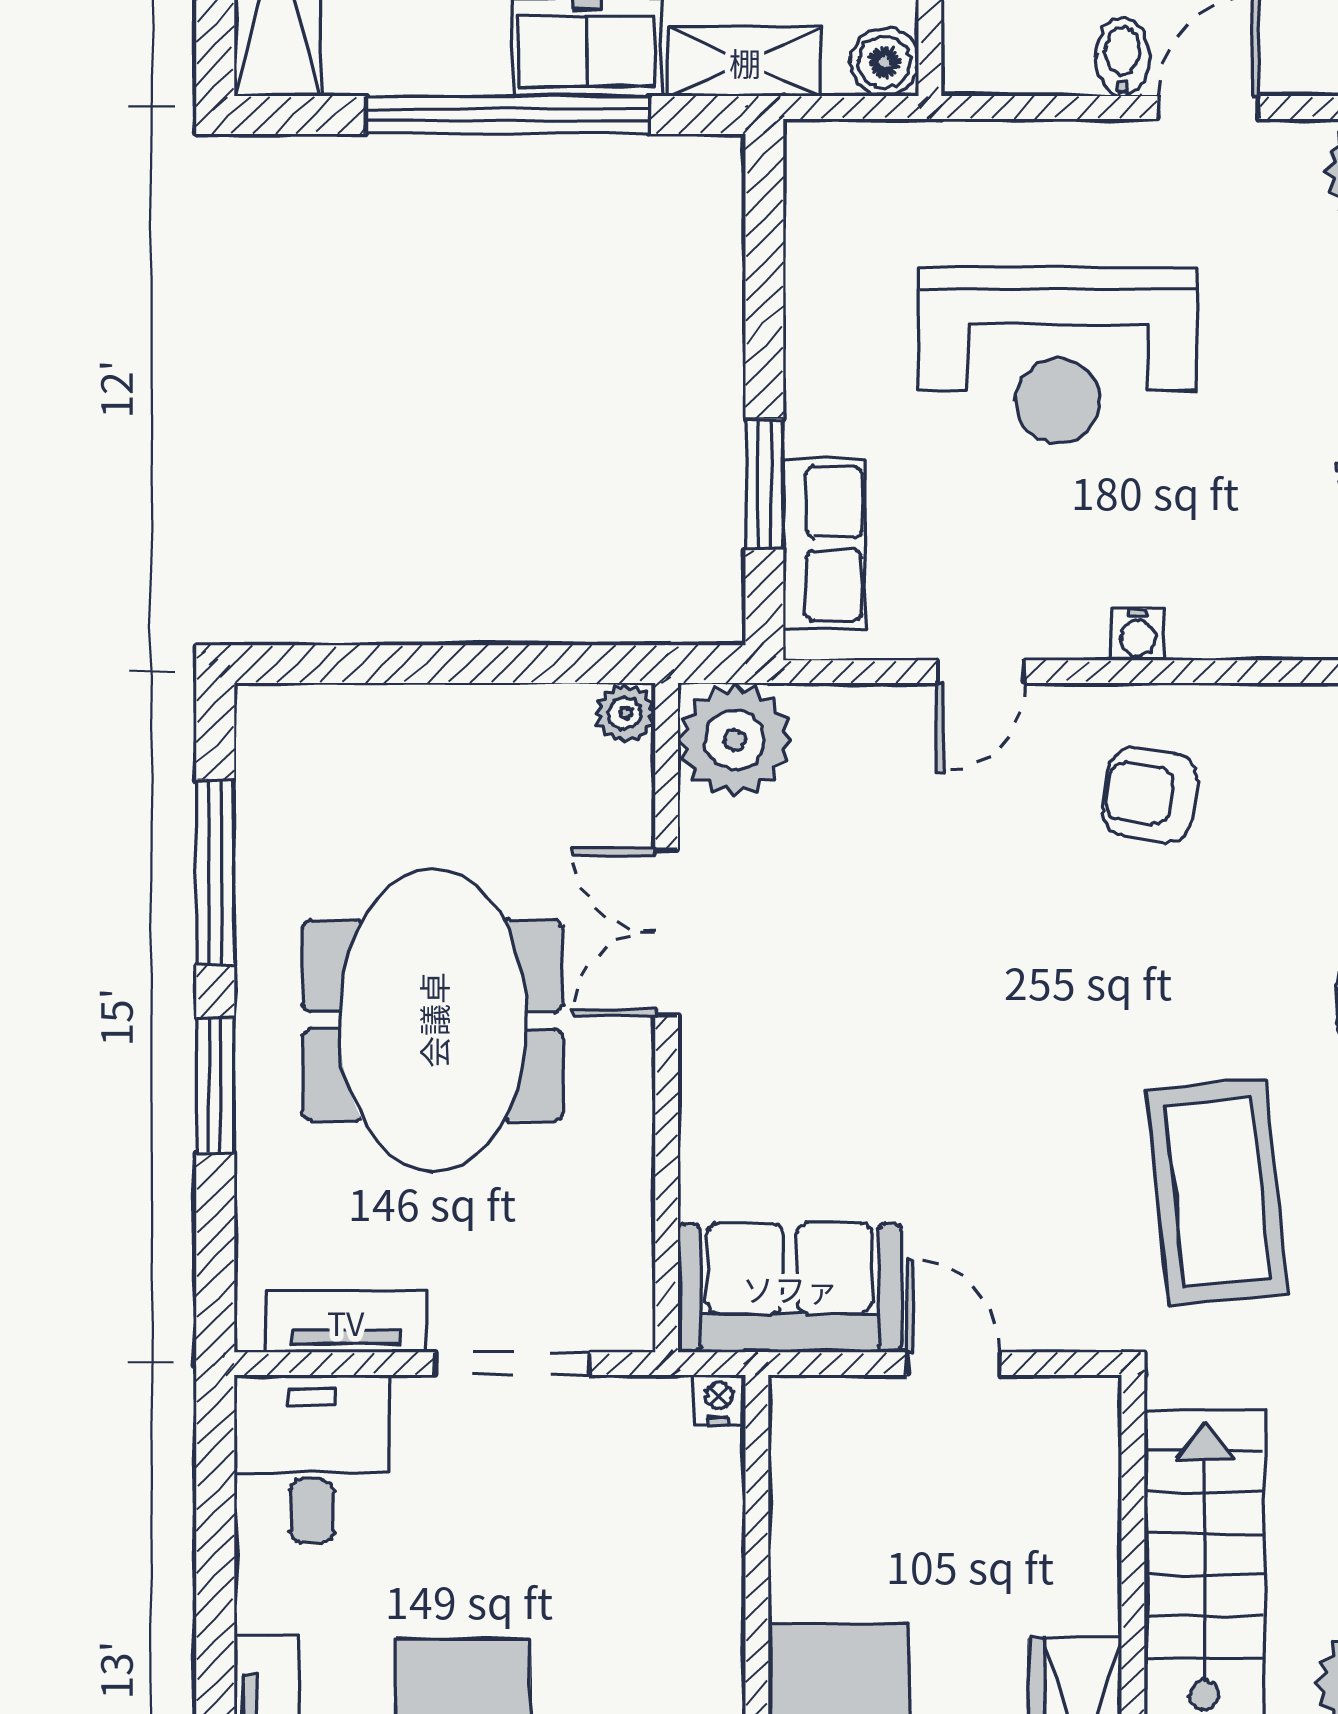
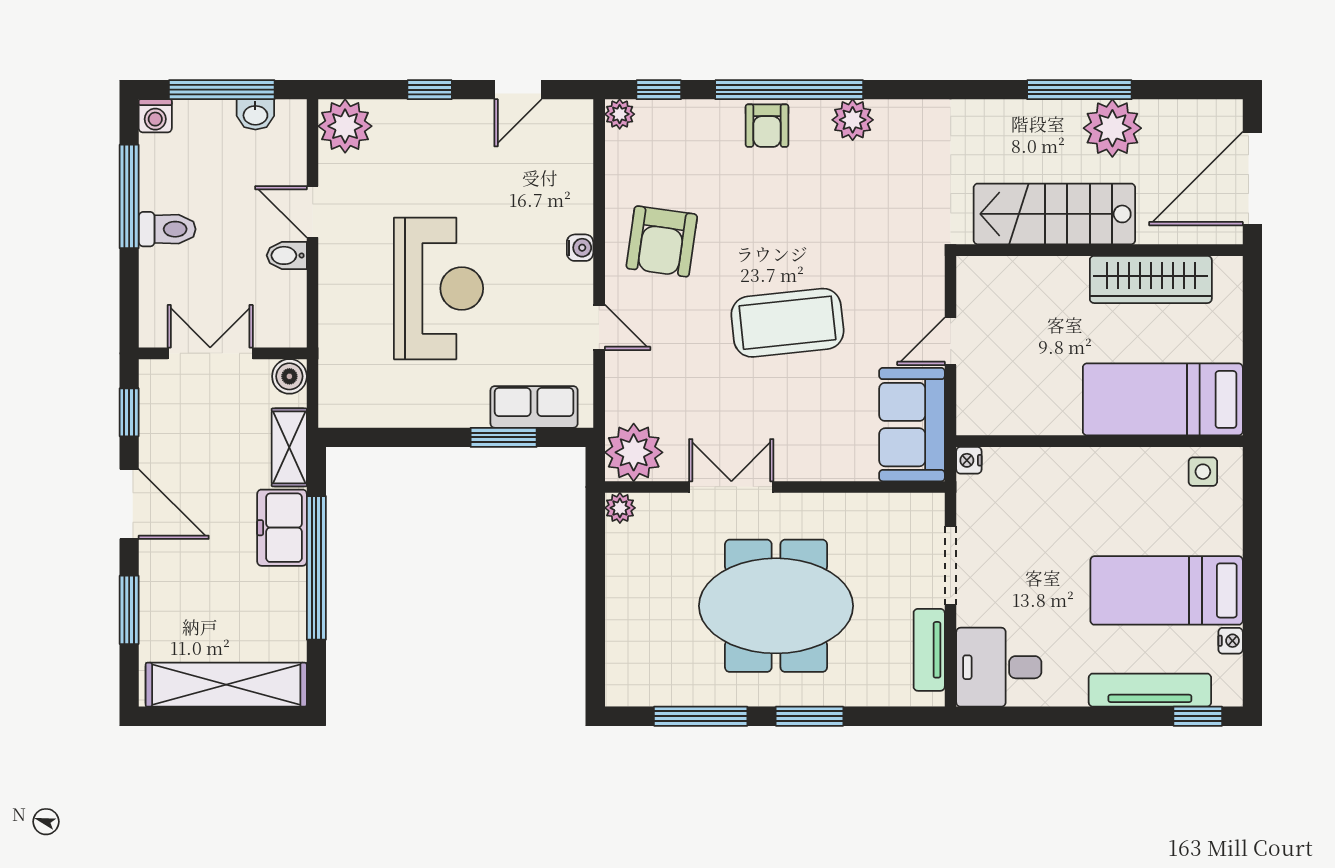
armchair: (1150, 795) -> (662, 241), width x1.38, depth x1.38
double door: (667, 932) -> (731, 487), swing flipped
coffee table: (1217, 1192) -> (787, 323), moved

